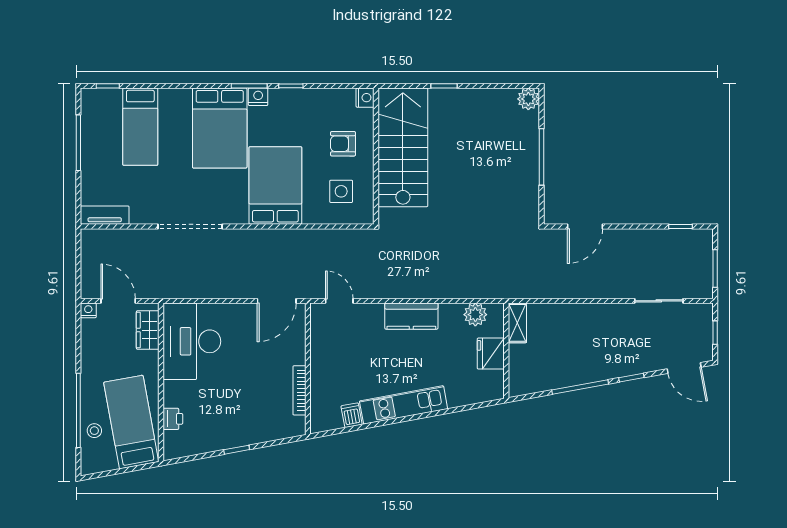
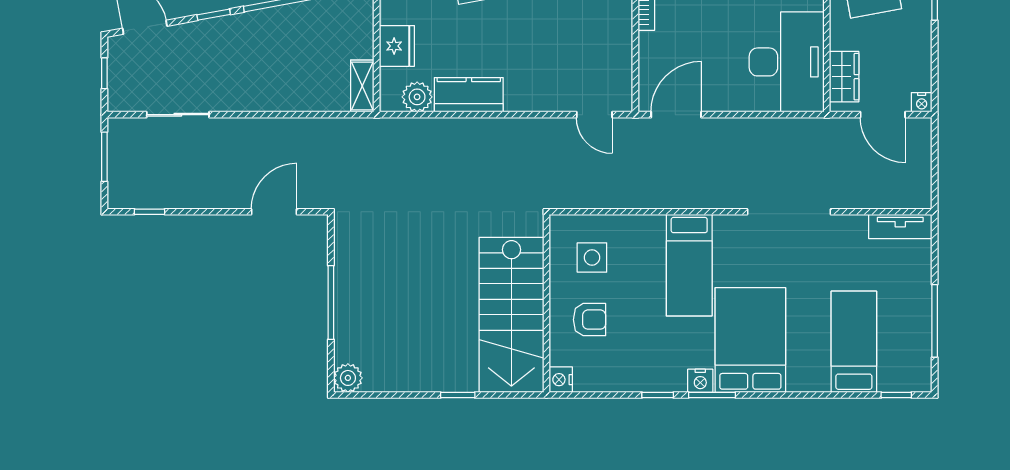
bed: (275, 185) -> (689, 265), width x0.67
kitchen counter: (411, 316) -> (469, 95), moved

